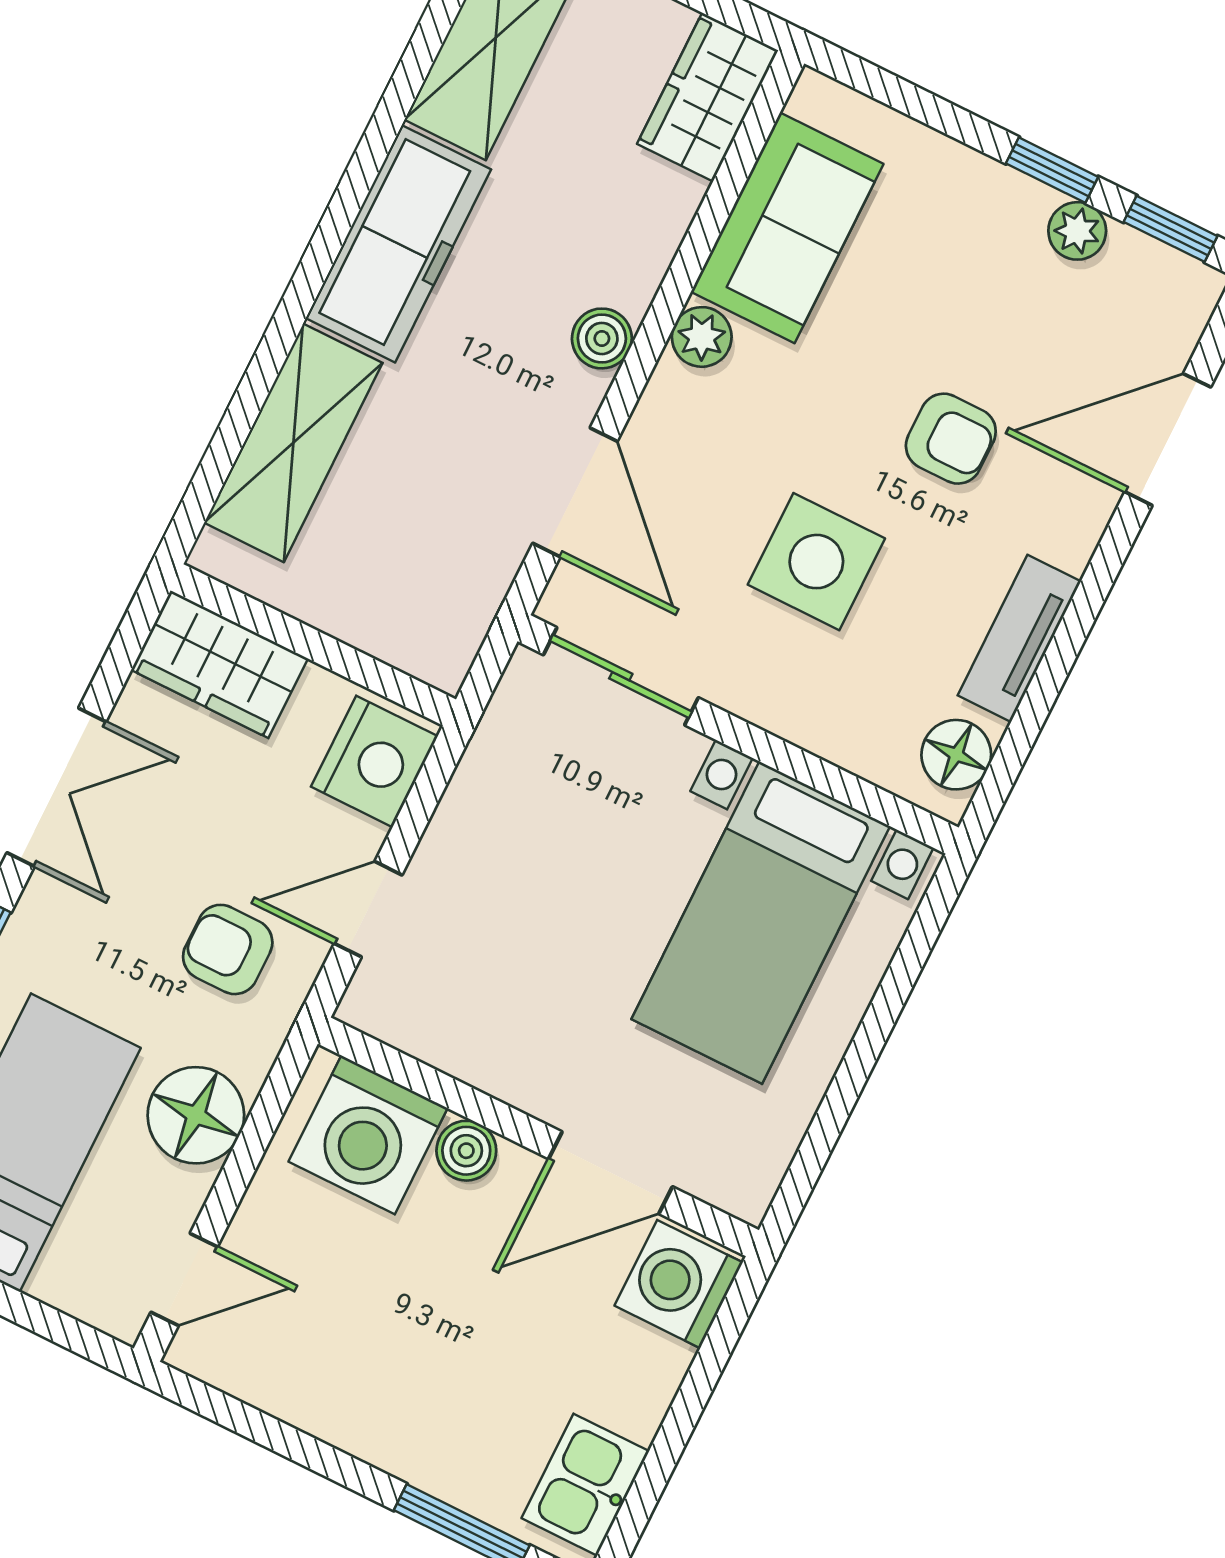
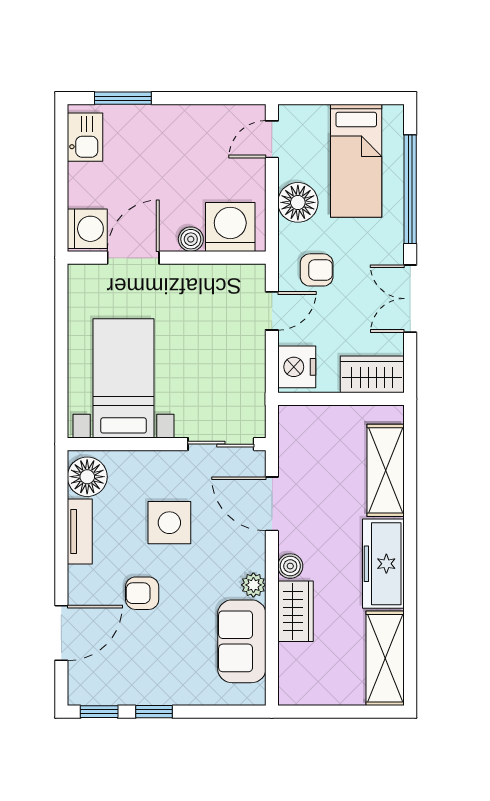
wardrobe: (708, 97) -> (295, 611), moved
plant: (1077, 231) -> (133, 694), removed
floor lamp: (956, 755) -> (87, 477), width x1.38, depth x1.38

